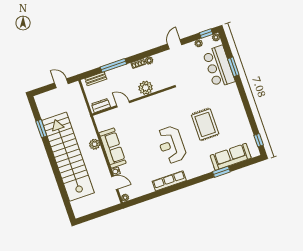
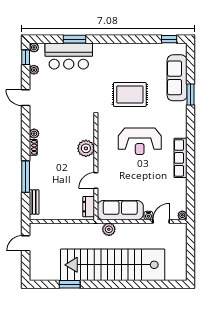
plant: (146, 88) -> (86, 148), moved
wall: (133, 101) -> (96, 168), moved
door: (123, 104) -> (96, 181), moved
dresser: (101, 105) -> (89, 207), moved

